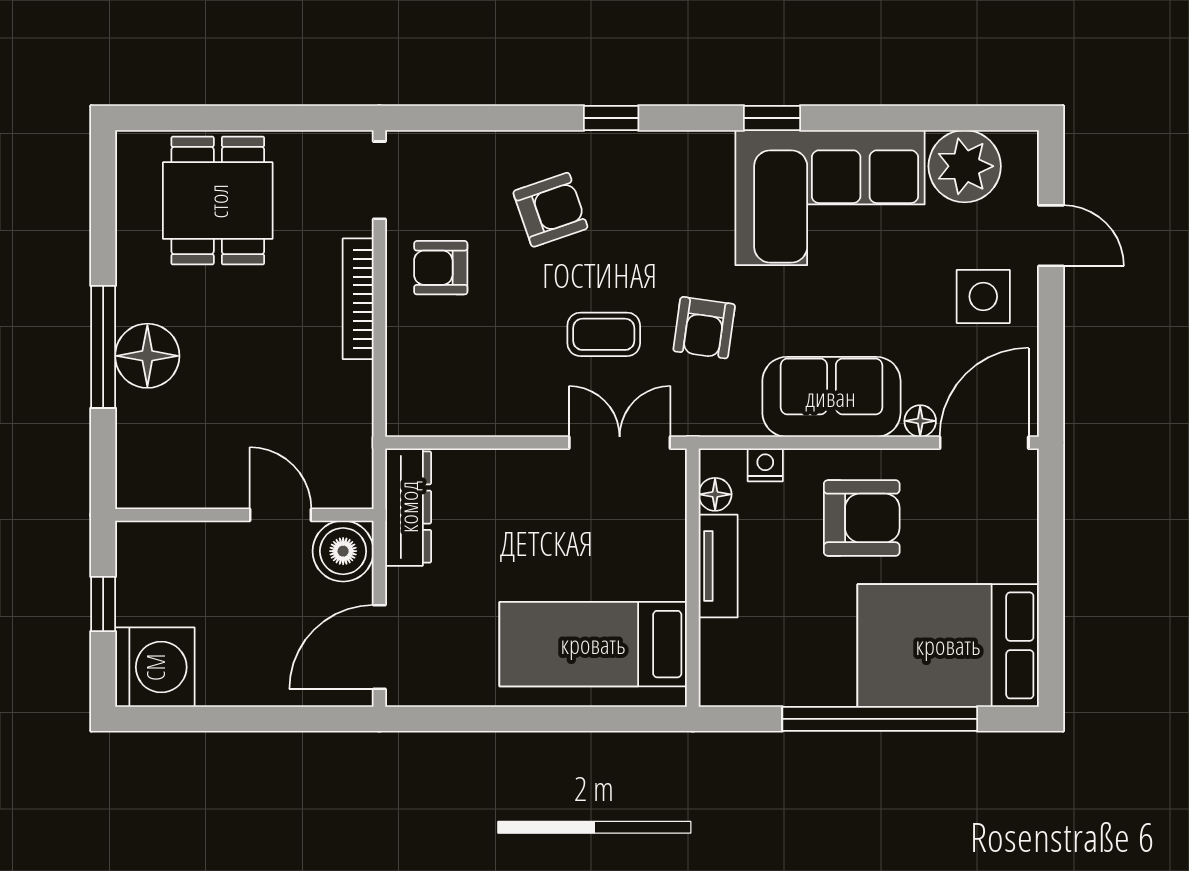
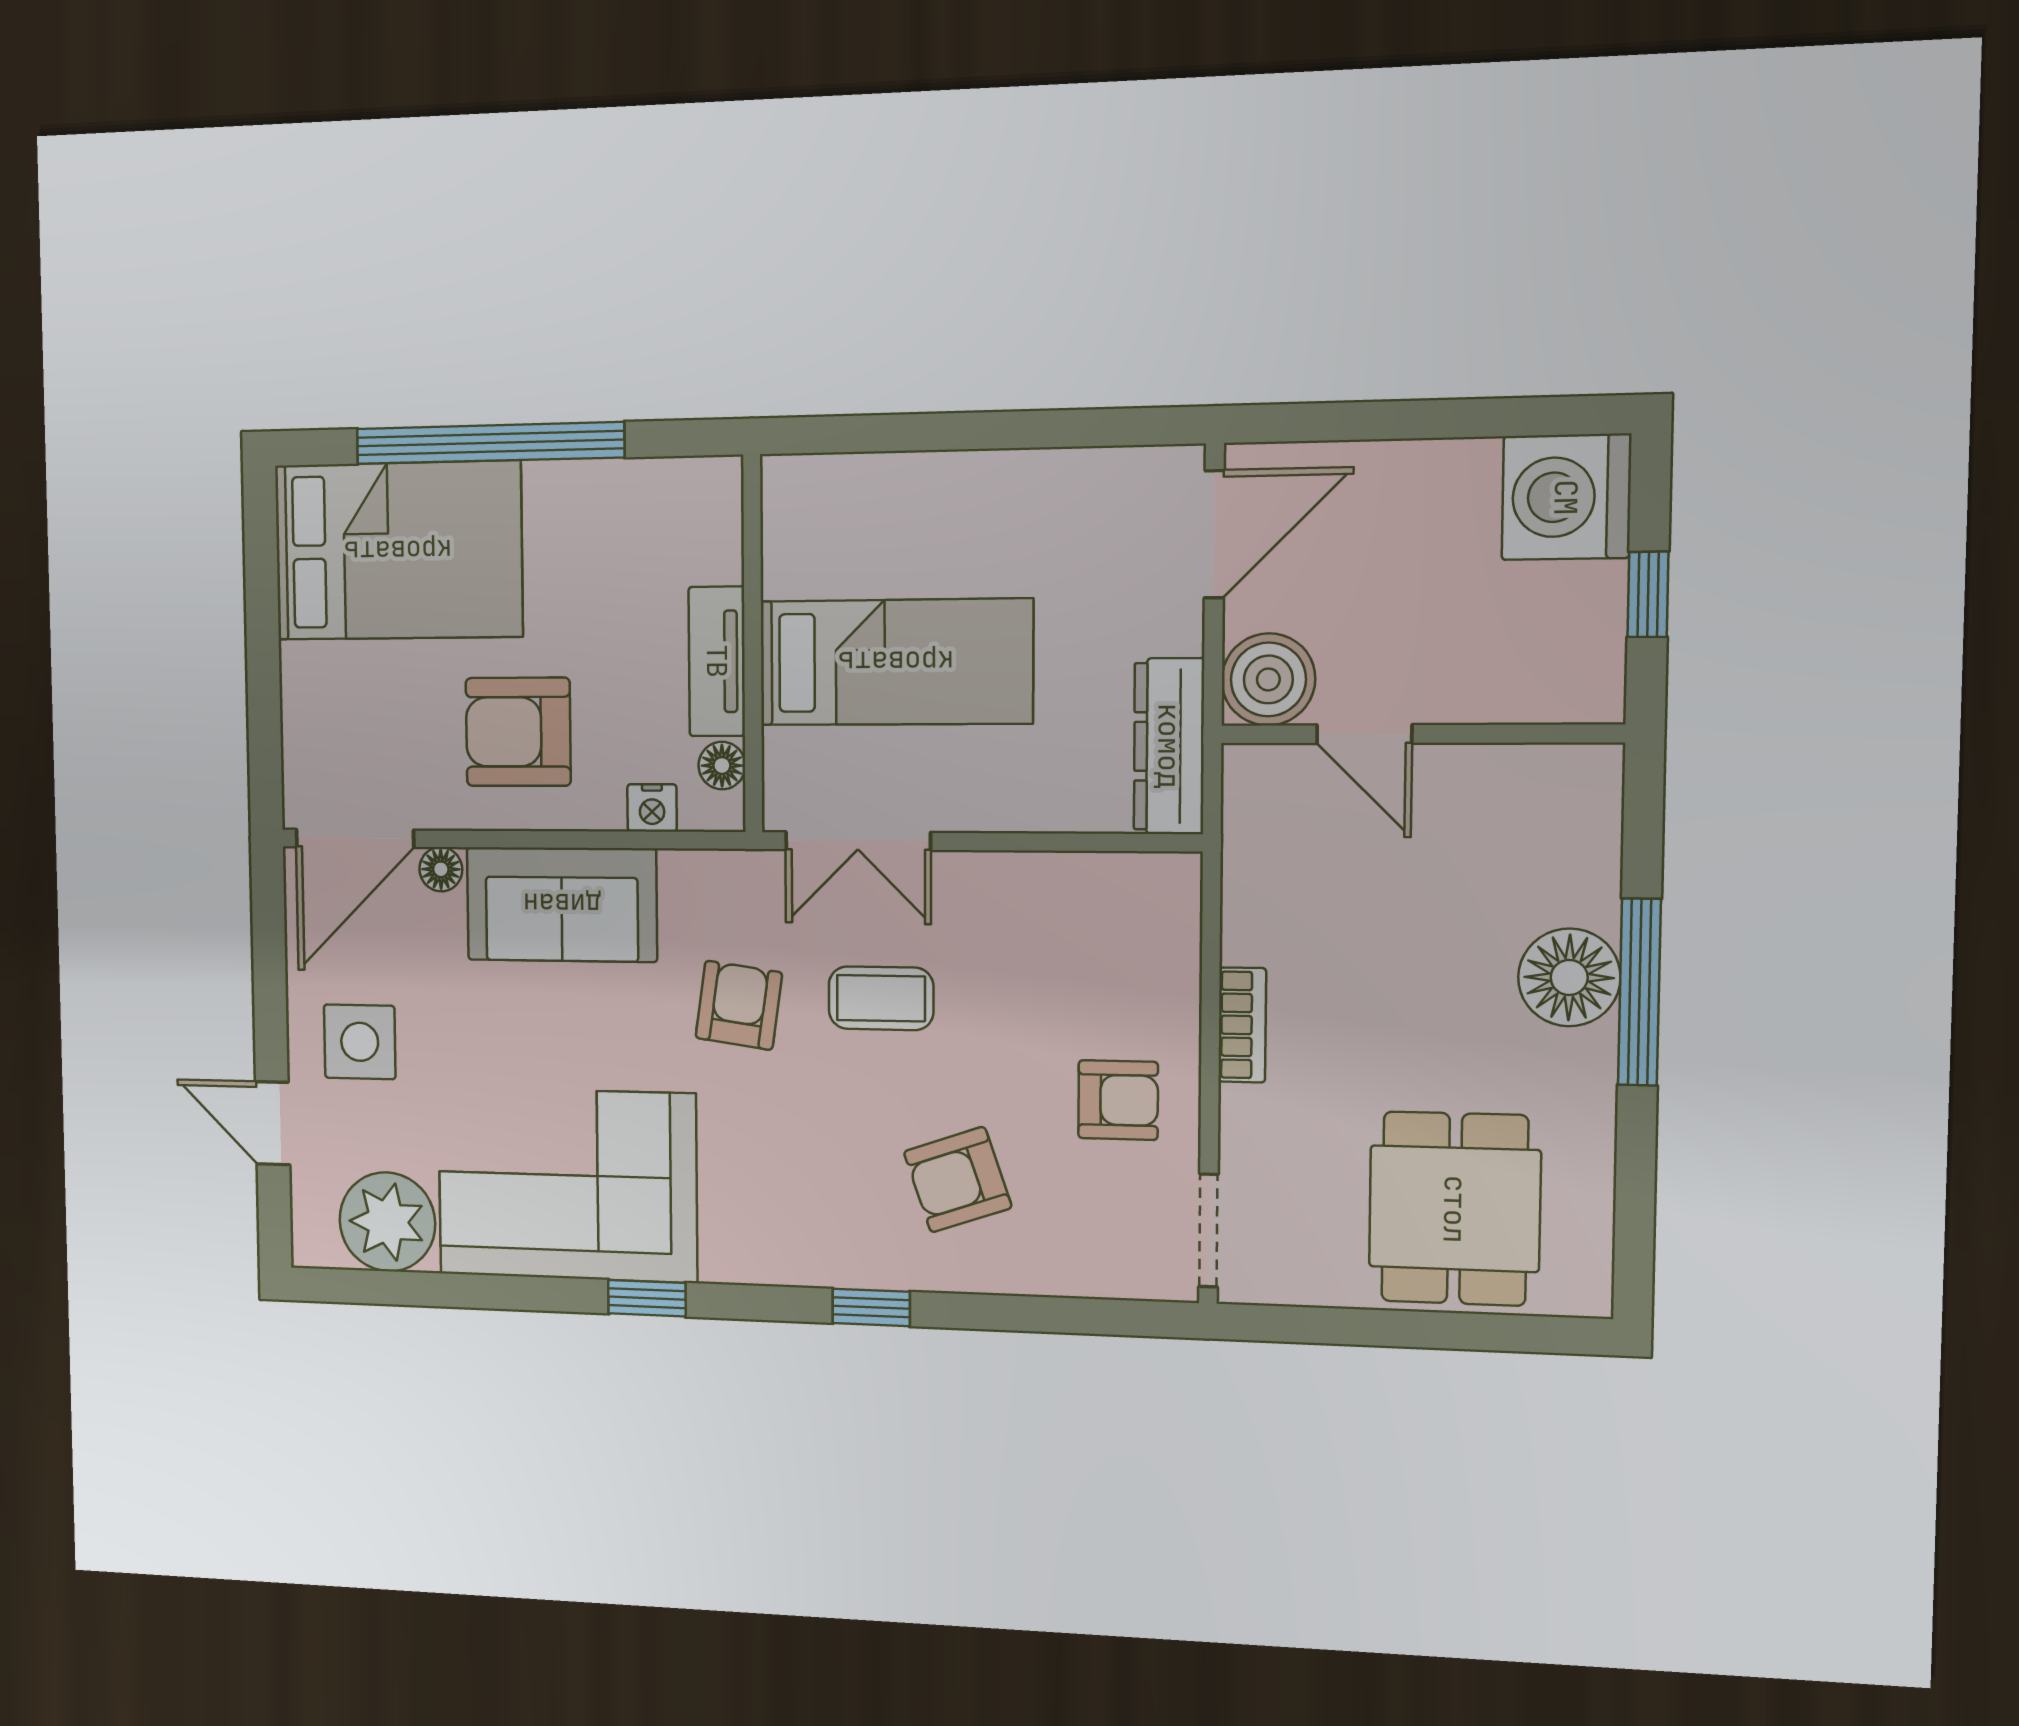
bookcase: (358, 299) -> (1242, 1025), width x0.64
bed: (593, 644) -> (896, 662), moved

